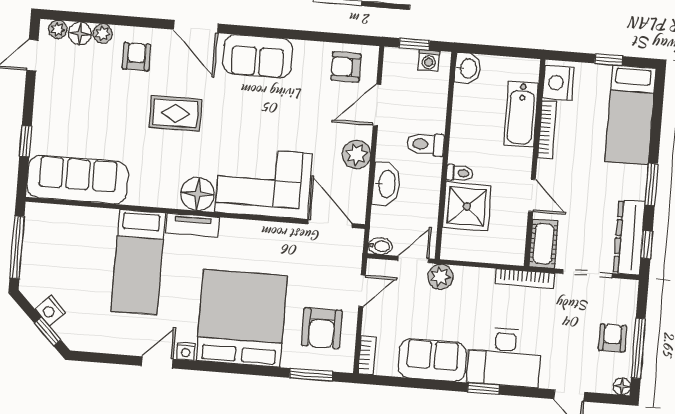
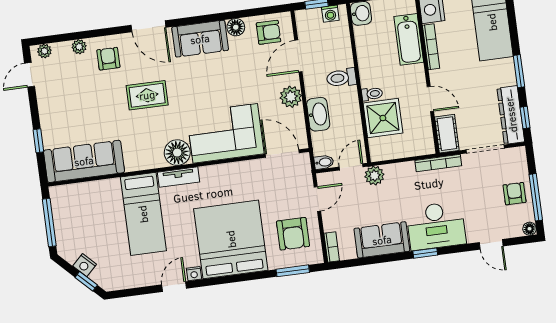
floor lamp: (80, 33) -> (236, 27), moved
armchair: (346, 67) -> (268, 32), turned 180

